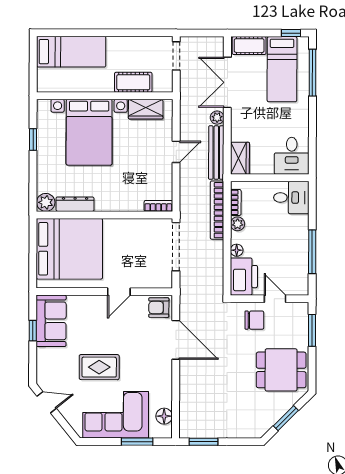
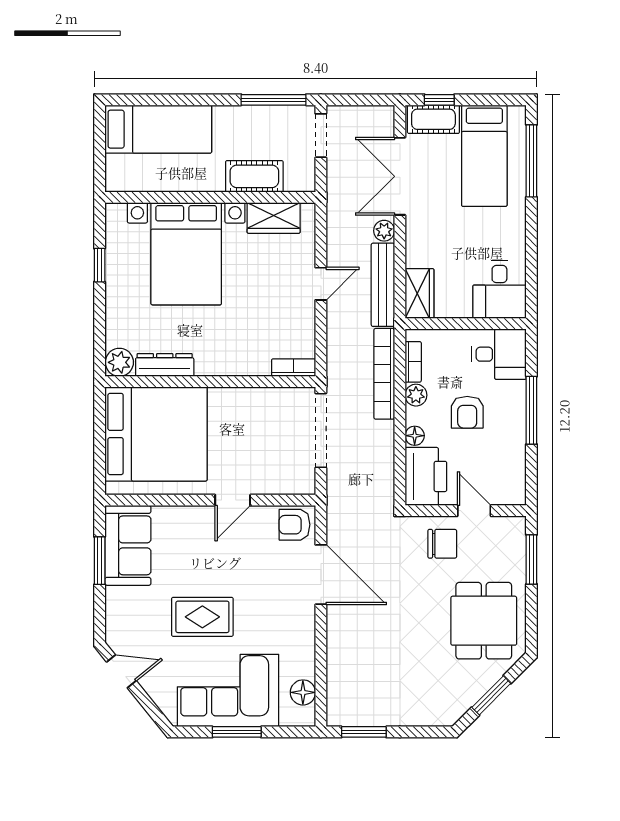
window: (146, 33) -> (274, 100), added
window: (291, 33) -> (439, 100), moved
armchair: (271, 235) -> (467, 412), added
window: (312, 252) -> (531, 410), moved
window: (33, 331) -> (100, 561), width x1.50
dining table: (281, 370) -> (484, 621), turned 90
window: (137, 442) -> (237, 732), moved

